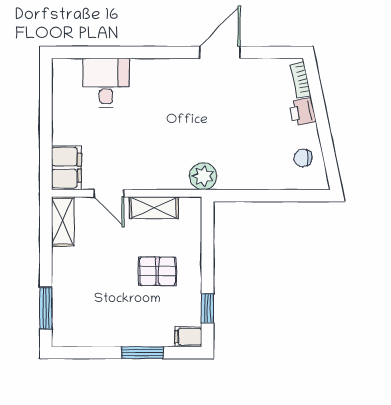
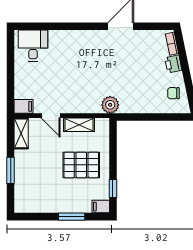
desk: (106, 83) -> (33, 46), moved
filing cabinet: (66, 168) -> (24, 106), width x0.50
pallet: (157, 271) -> (81, 165), width x1.50, depth x1.42
window: (46, 308) -> (11, 170), moved

